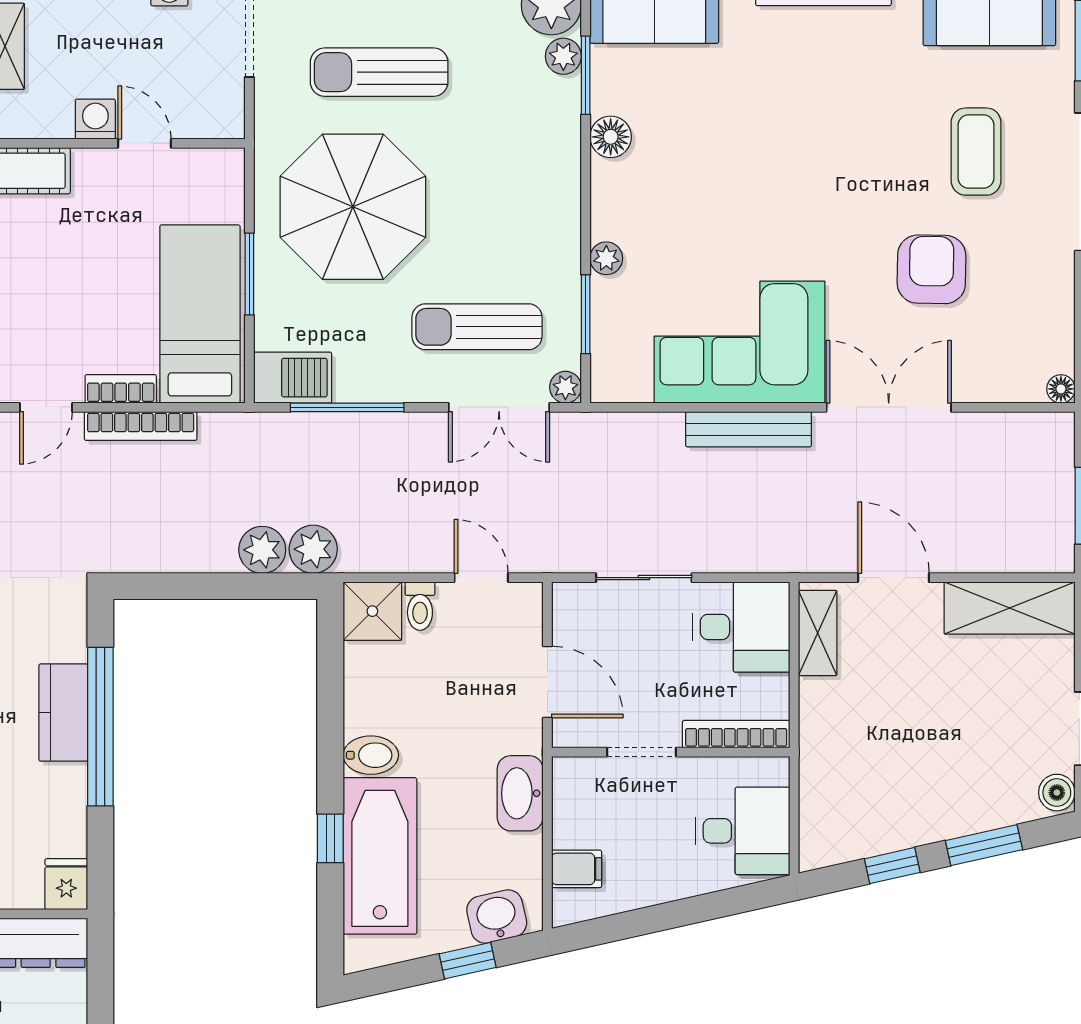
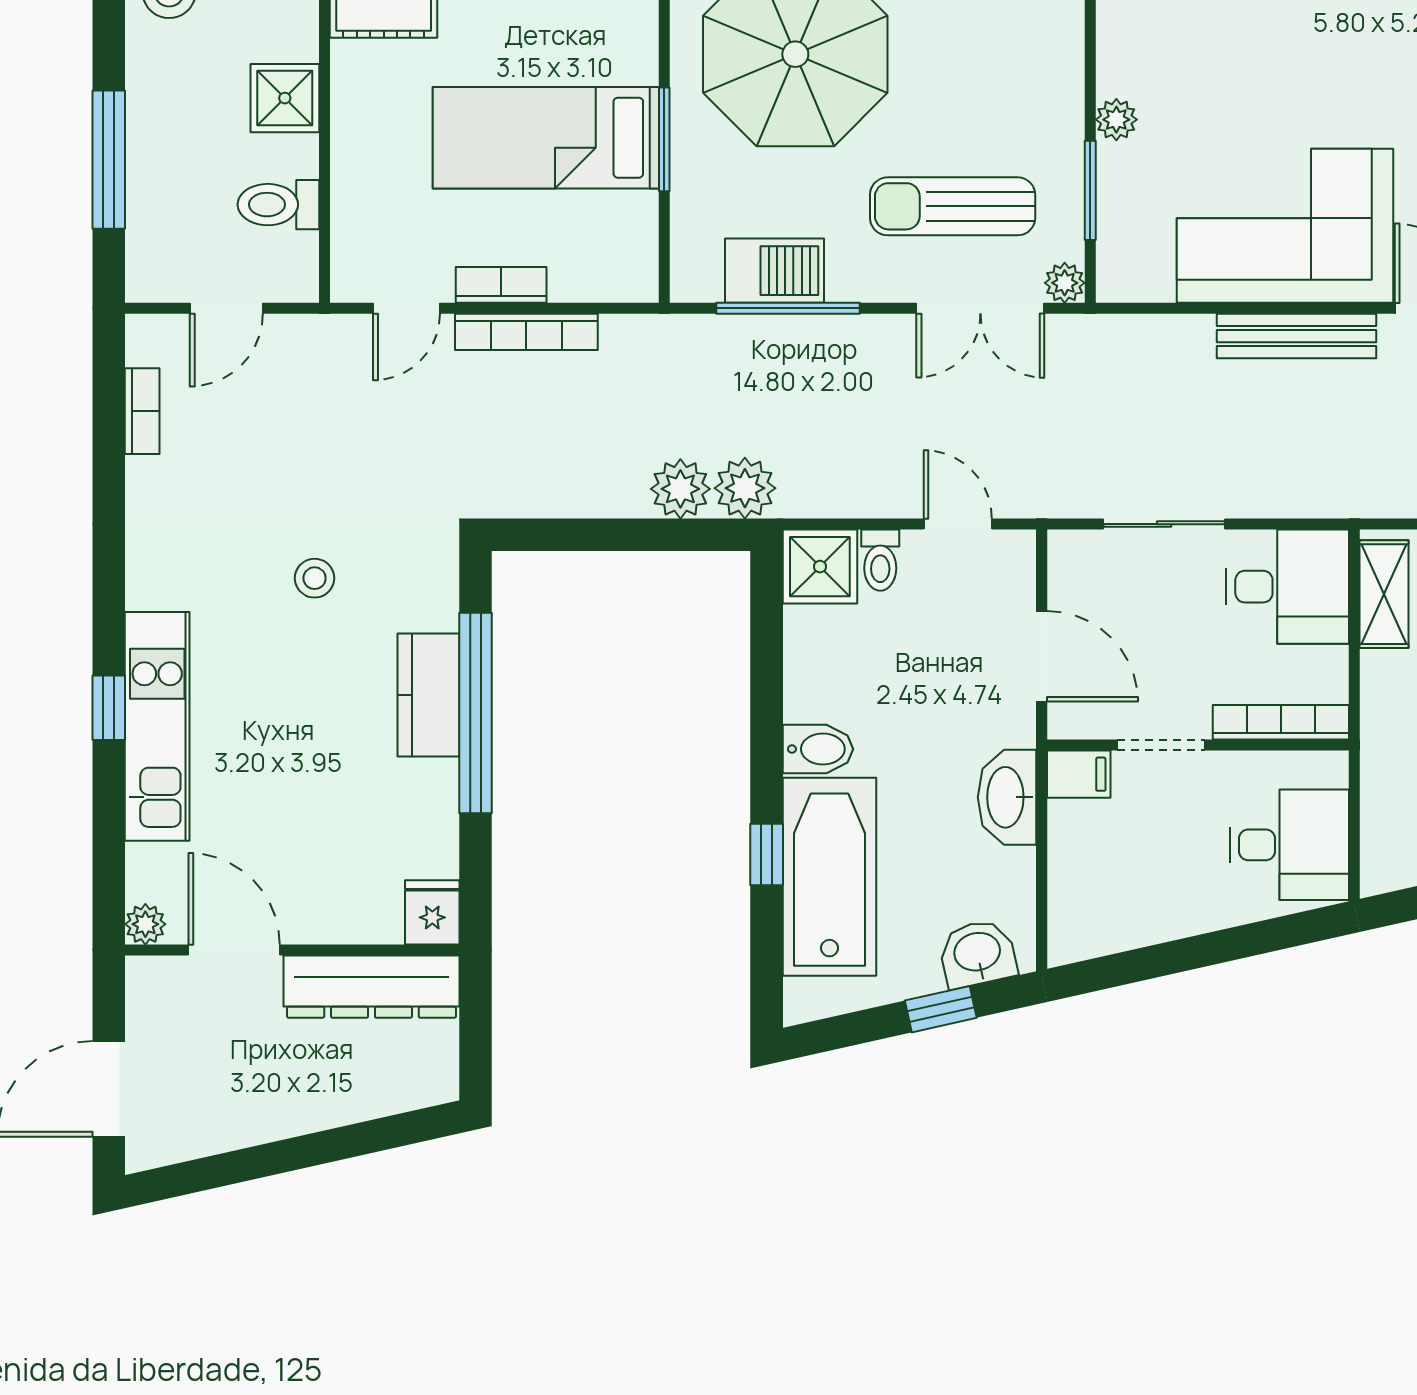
bed: (200, 314) -> (546, 138), moved, turned -90
barbecue: (293, 378) -> (775, 271), moved
filing cabinet: (577, 869) -> (1079, 774), moved

